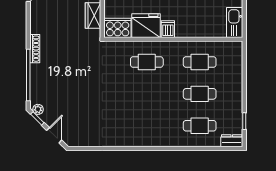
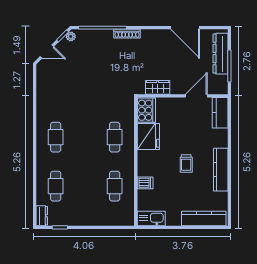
dishwasher: (168, 29) -> (145, 183), moved
cafe table: (200, 94) -> (56, 137), moved

